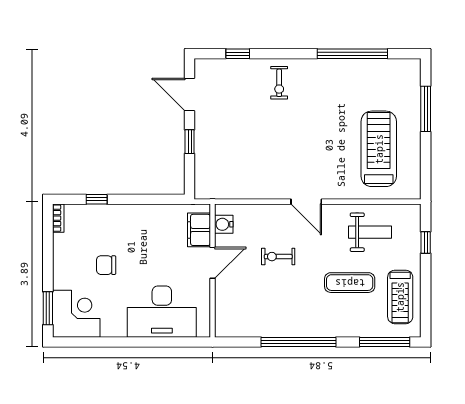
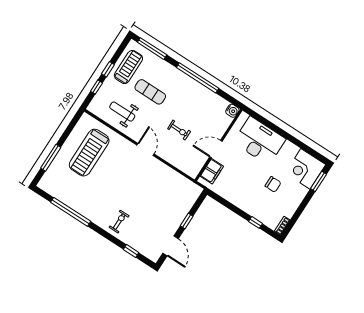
water cooler: (224, 224) -> (232, 111), moved
window: (426, 276) -> (108, 69), added

